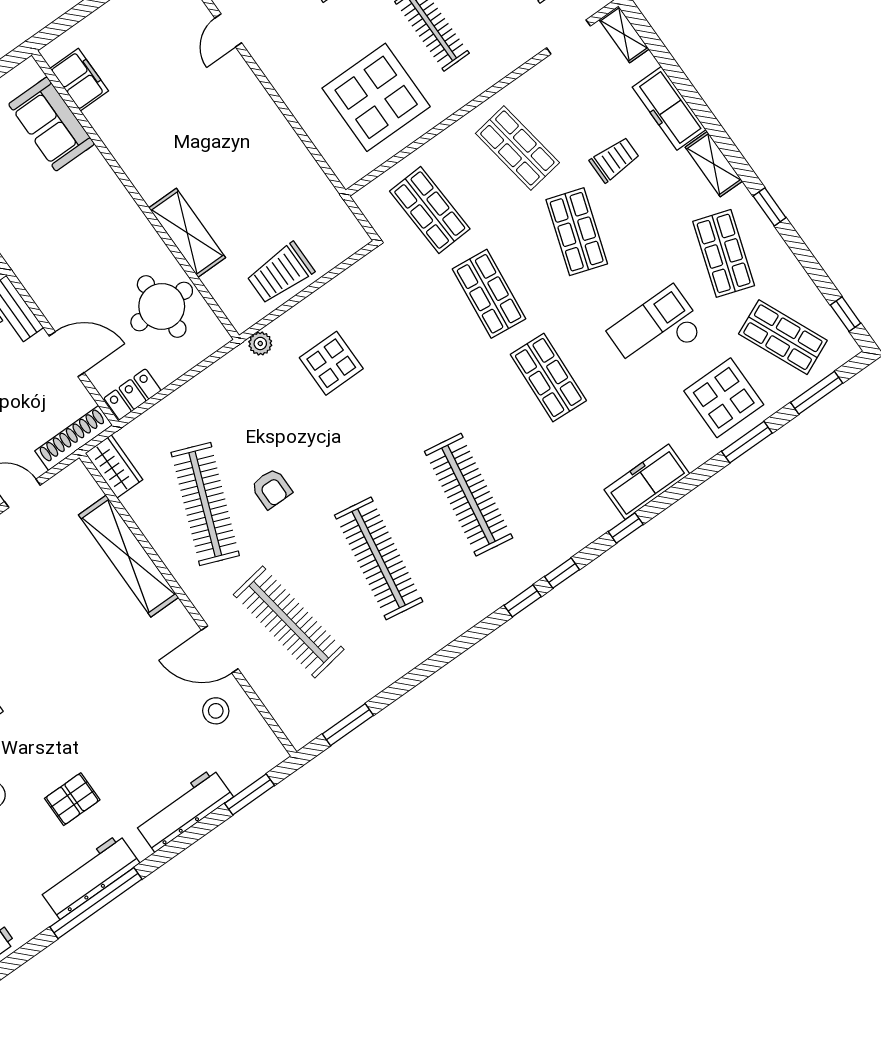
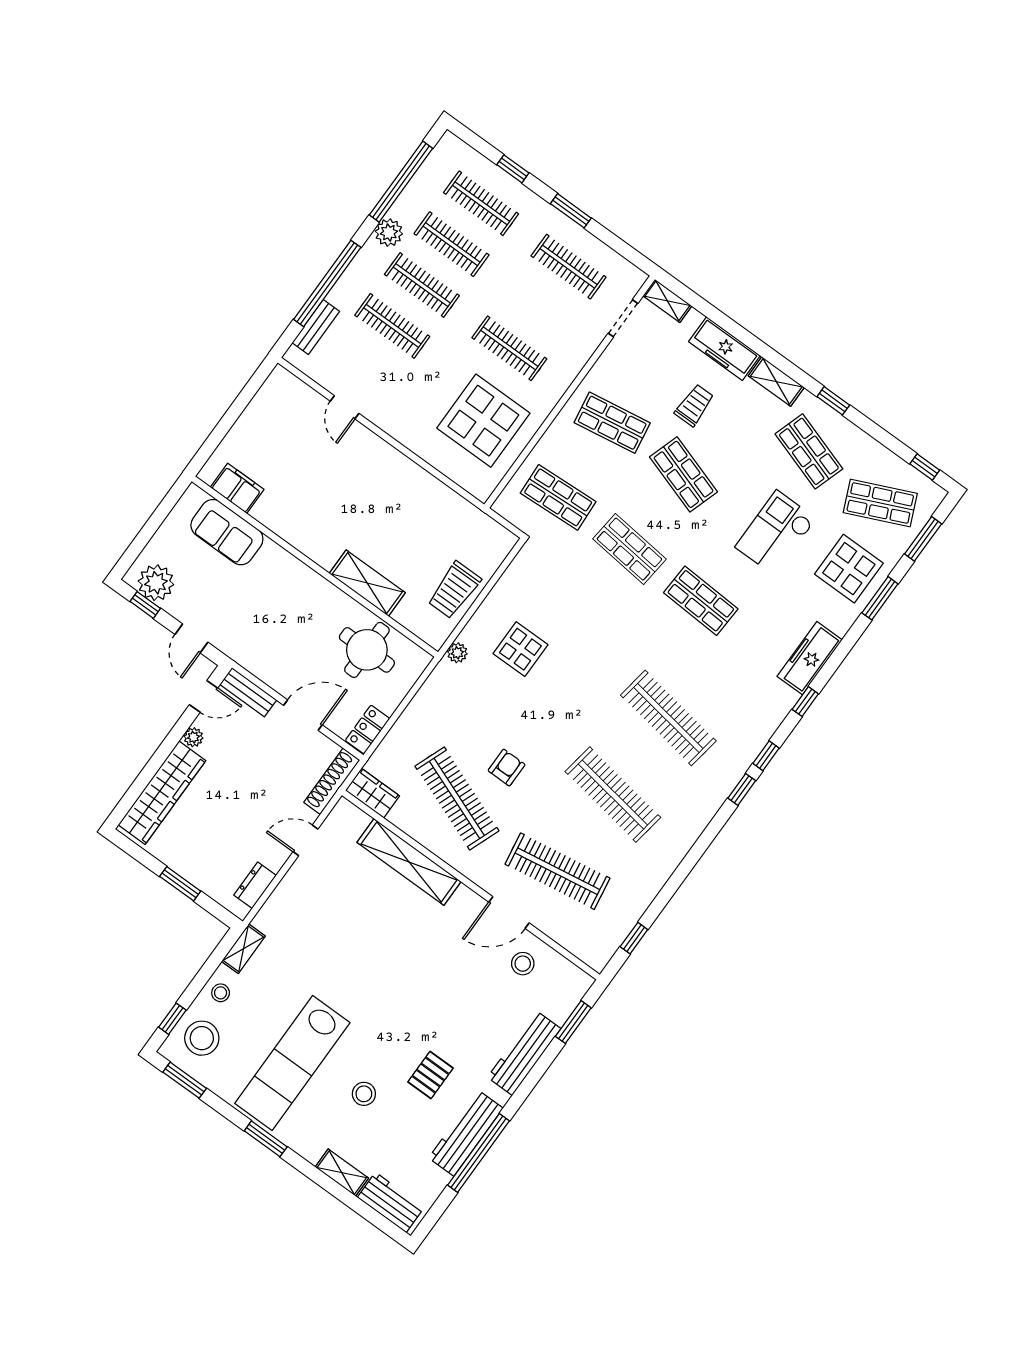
armchair: (271, 489) -> (507, 768), turned -90
window: (348, 725) -> (634, 938), width x0.67

